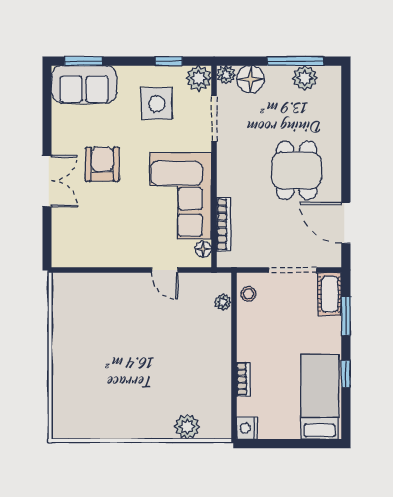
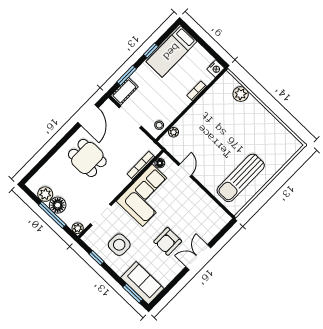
window: (295, 61) -> (52, 215), moved
plant: (199, 78) -> (91, 238), removed
floor lamp: (251, 79) -> (58, 205), moved
dining table: (296, 171) -> (87, 158), turned 90
sun lounger: (89, 326) -> (241, 178), added

